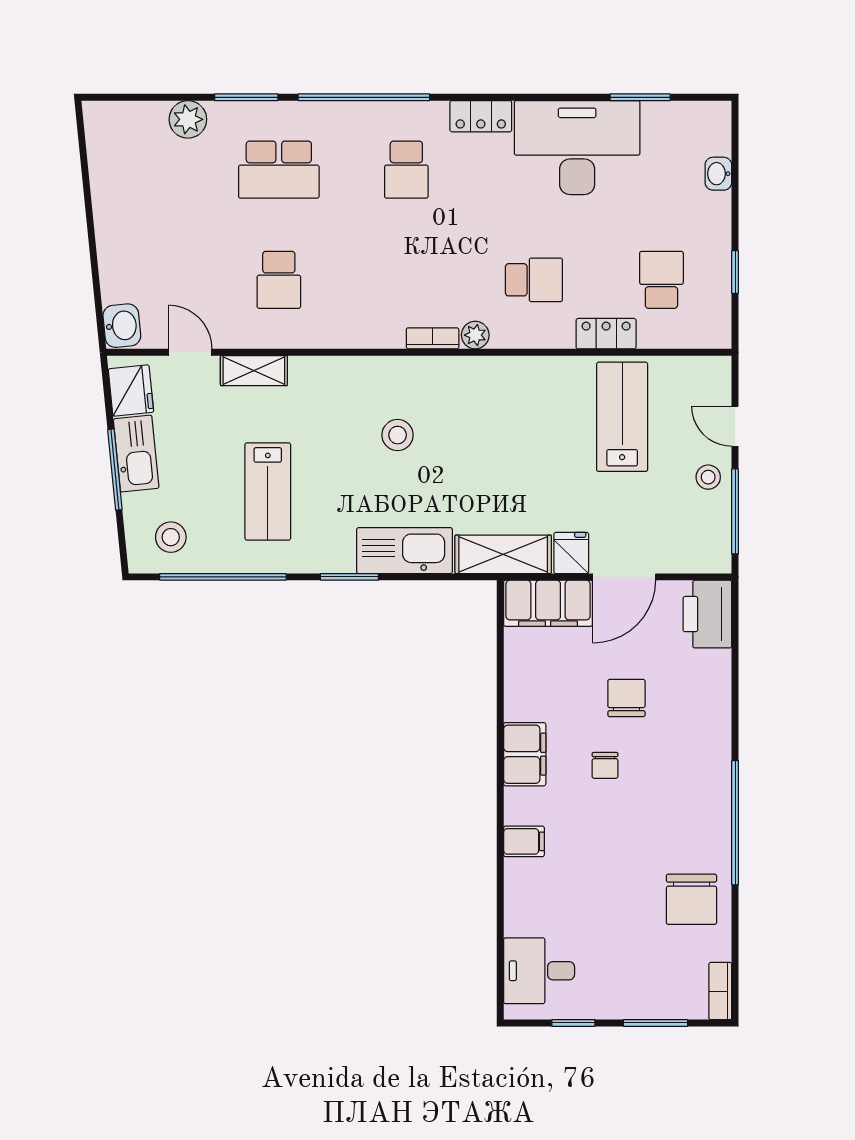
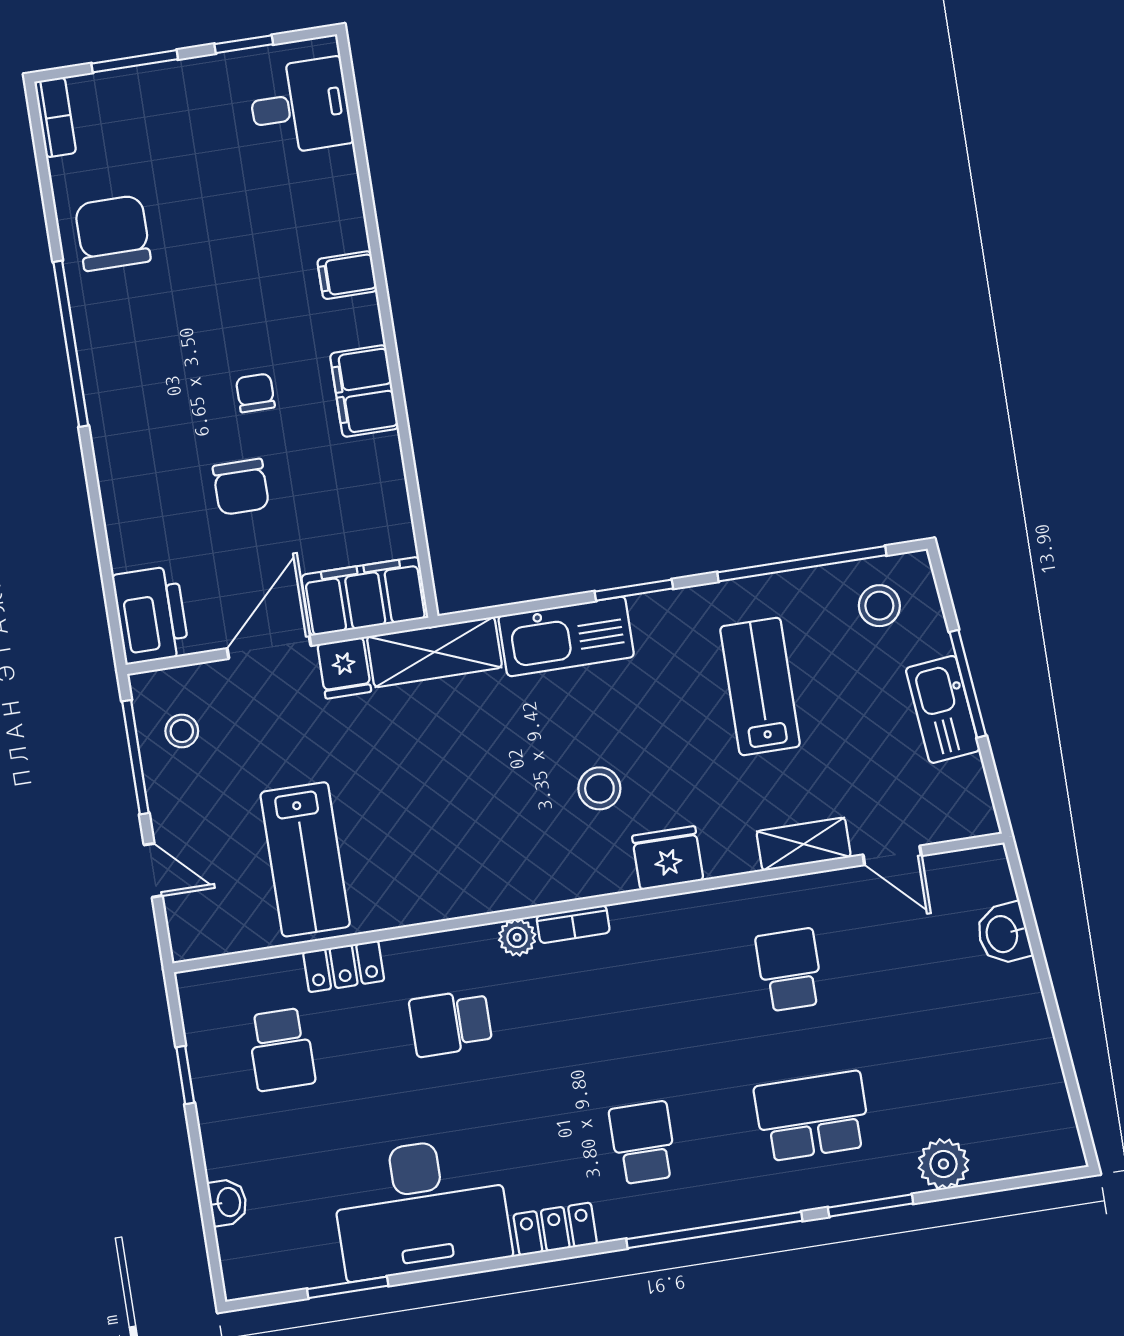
washbasin: (122, 326) -> (1003, 934), moved
fridge: (131, 390) -> (668, 858), moved, turned 96
stool: (708, 477) -> (182, 731), moved

